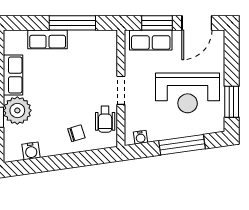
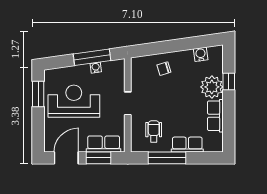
wheelchair: (105, 119) -> (154, 131), moved
water cooler: (140, 137) -> (96, 68), moved
window: (182, 145) -> (92, 57), moved

